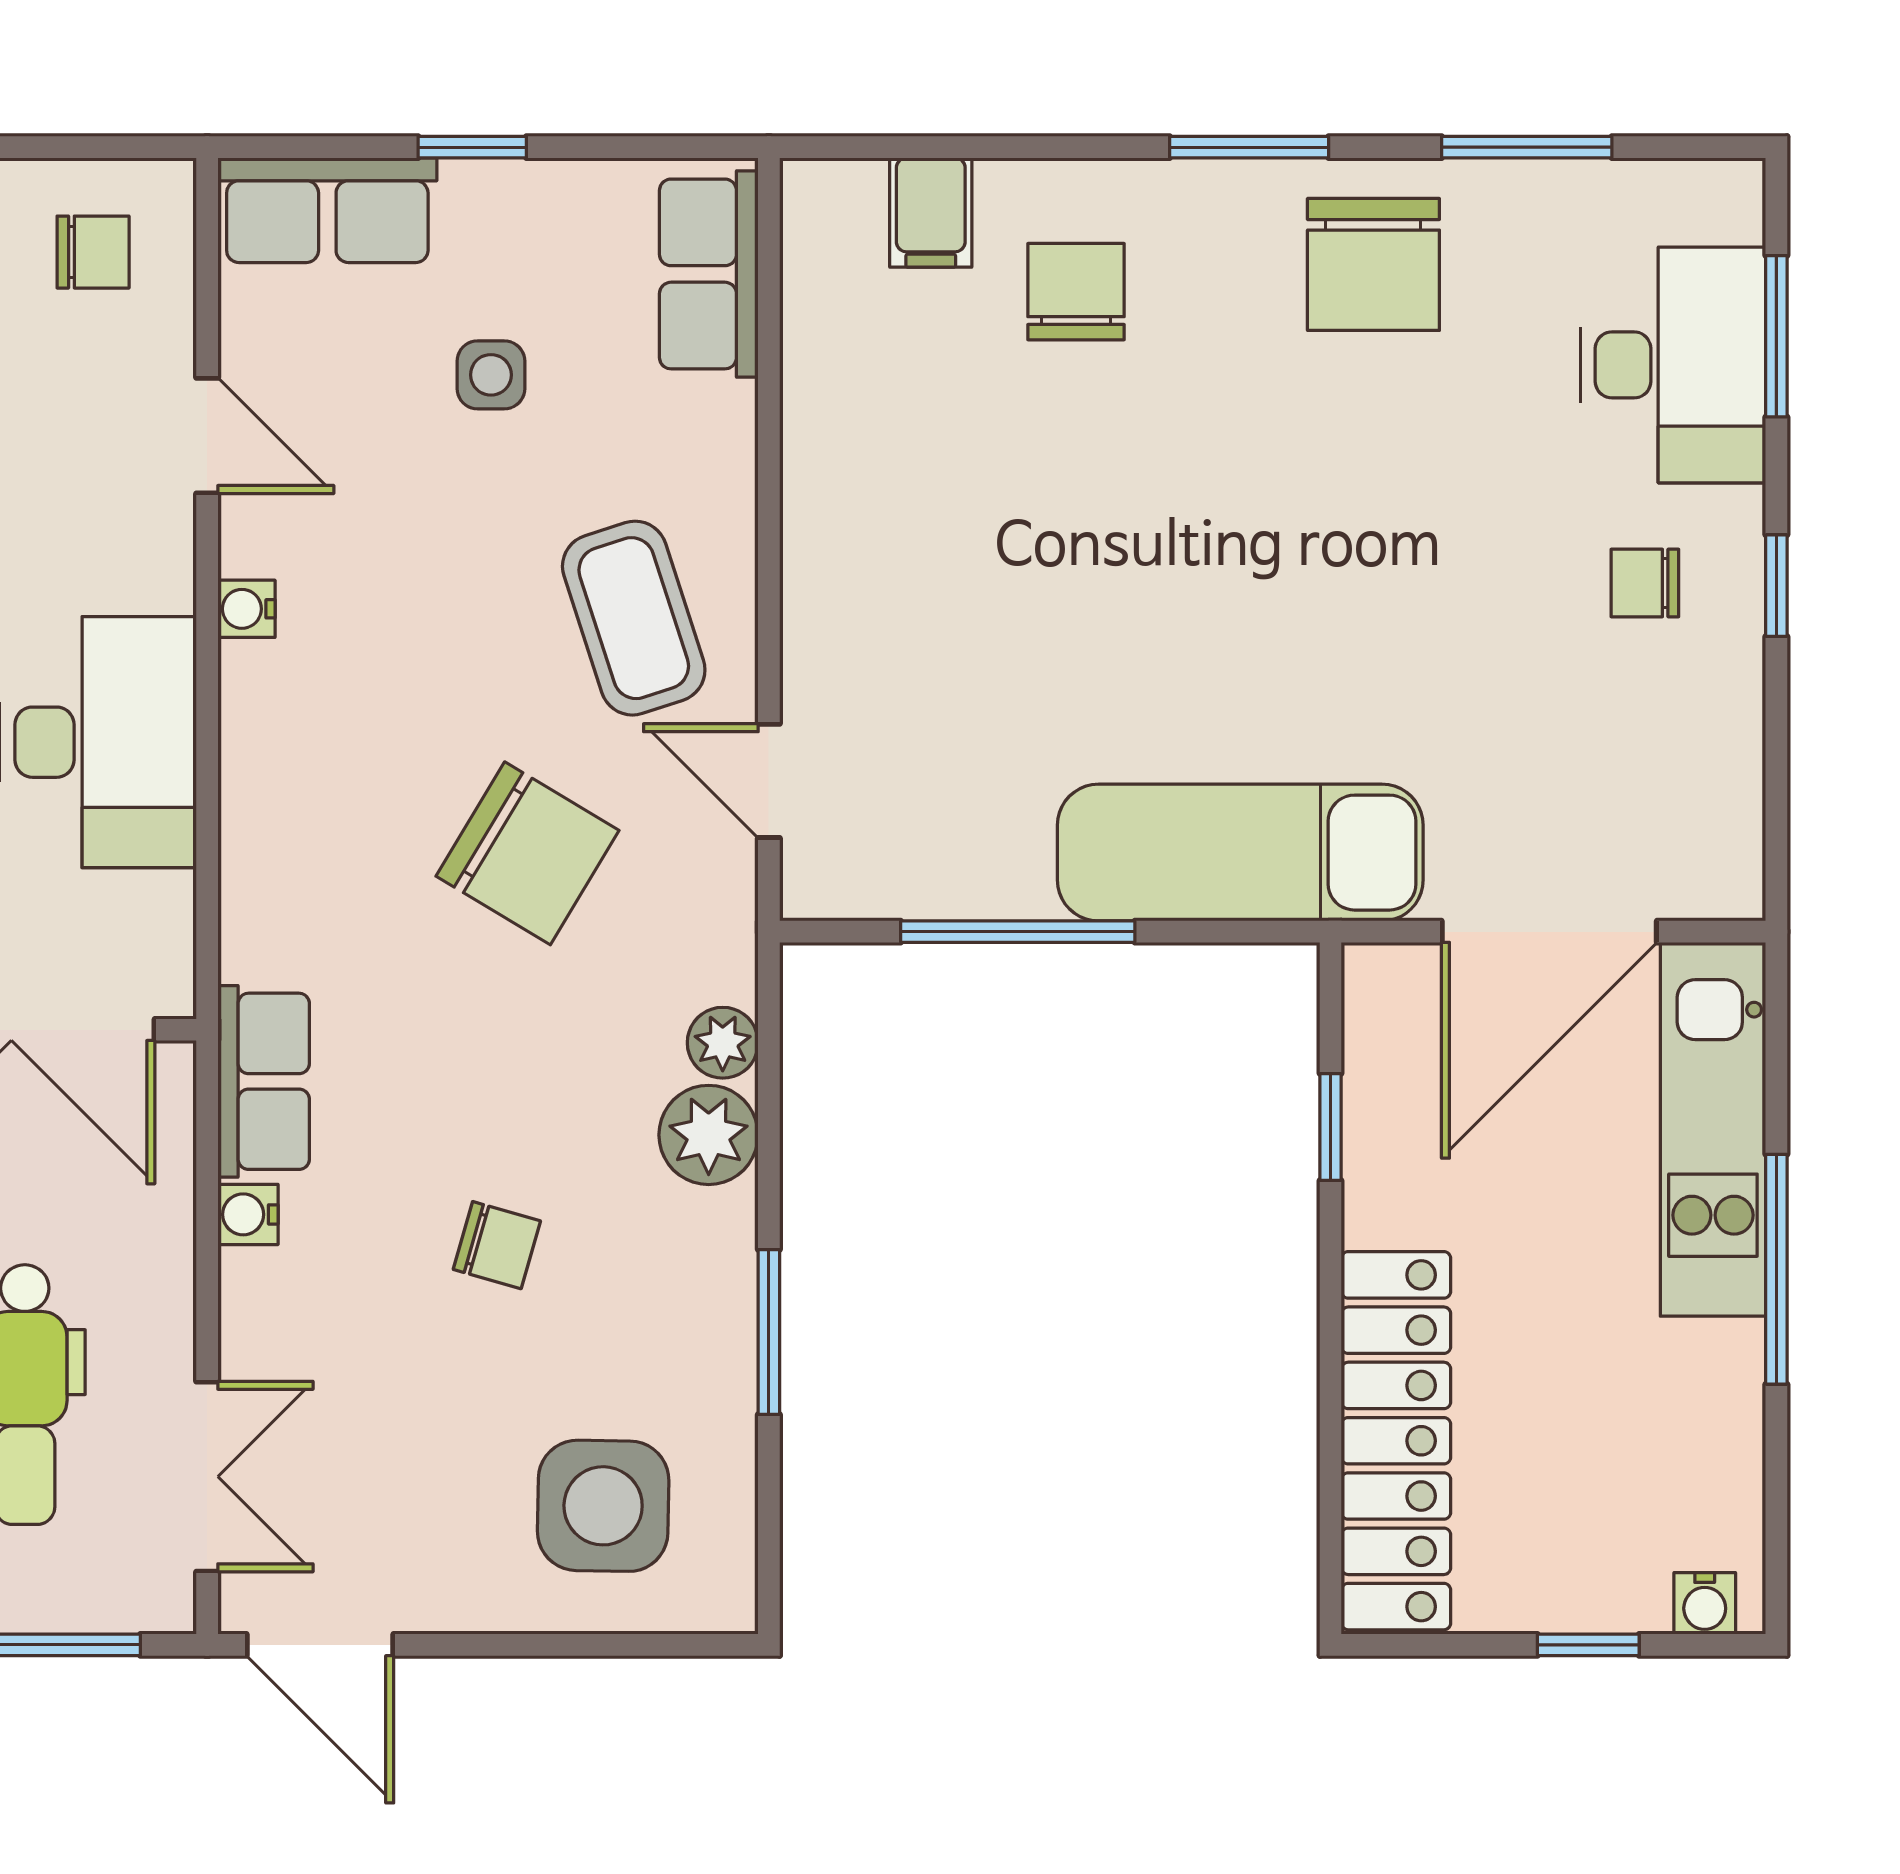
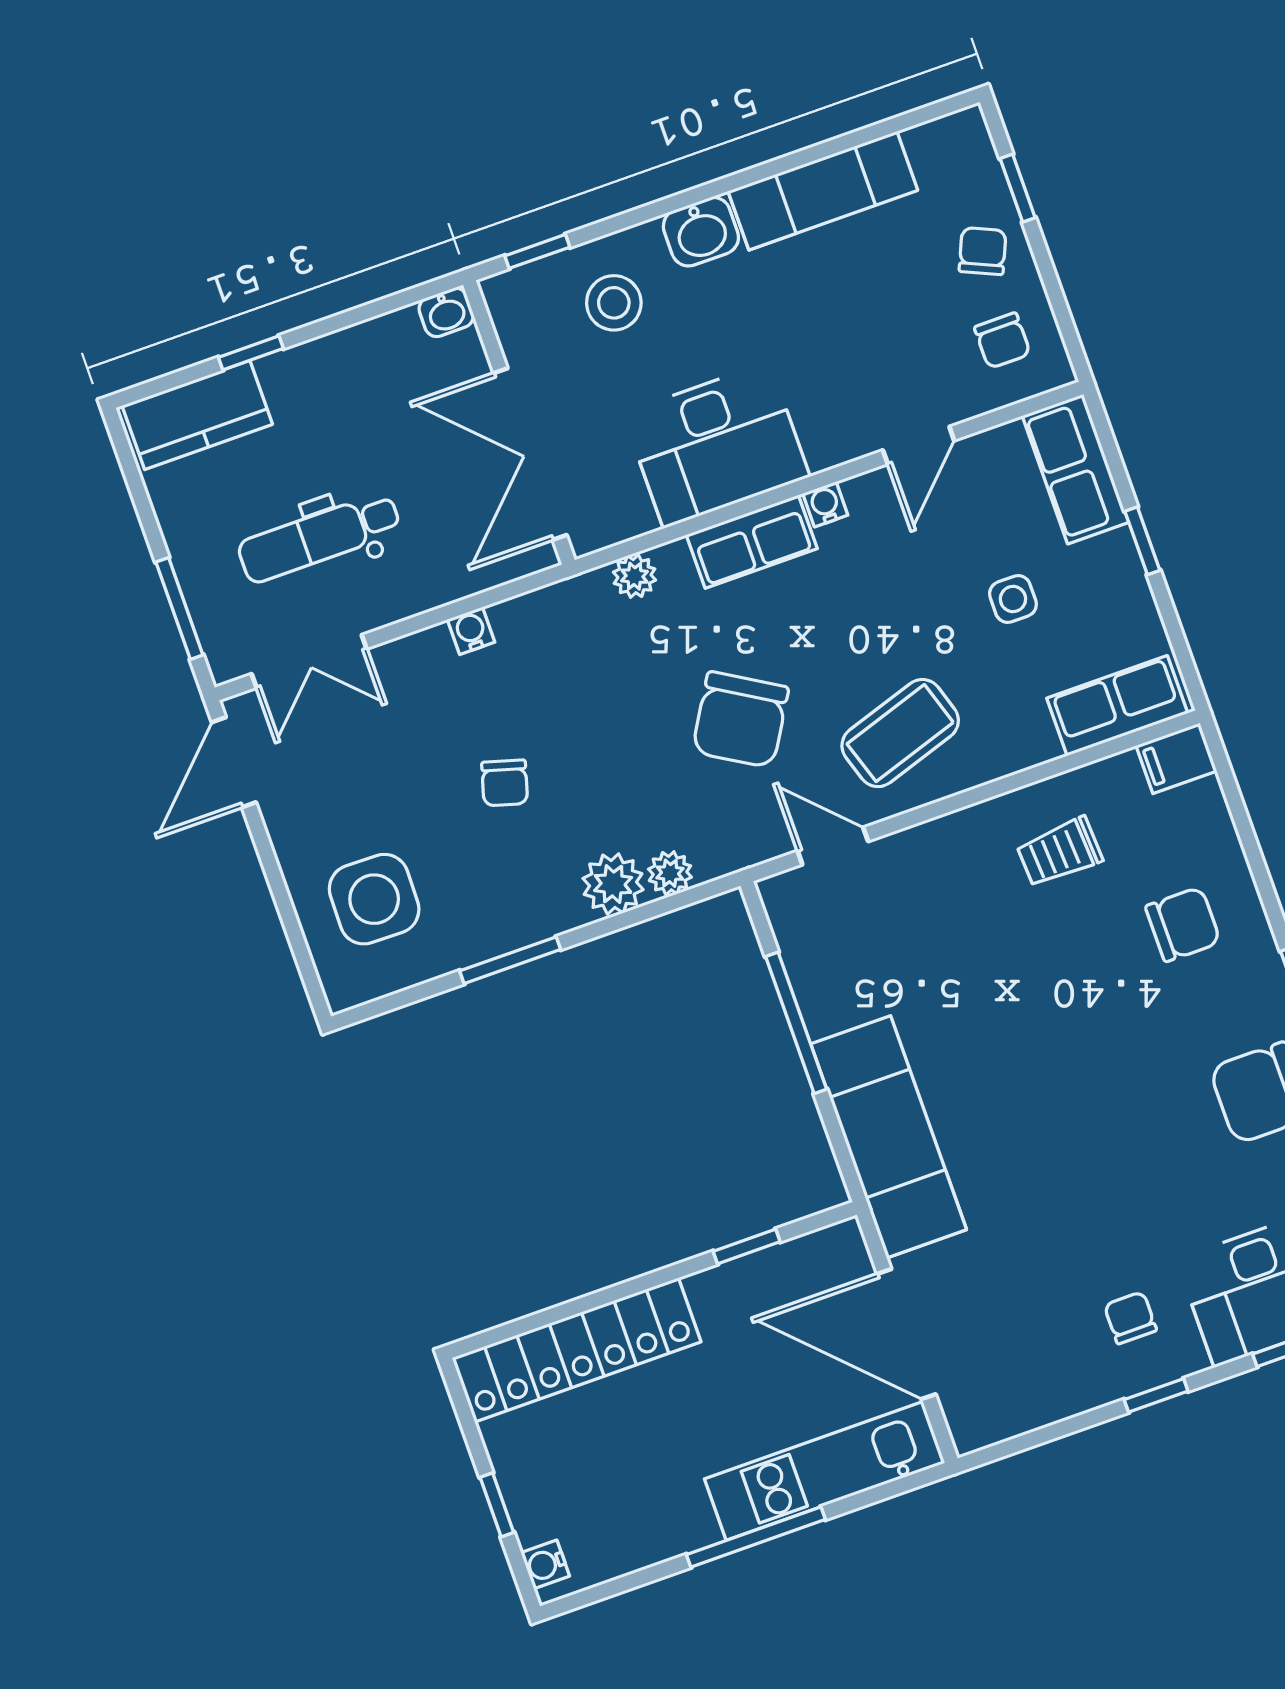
filing cabinet: (931, 212) -> (1176, 758), moved
trolley: (900, 440) -> (1060, 852), added
door: (769, 781) -> (833, 846), hinge flipped
plant: (253, 937) -> (634, 576), added
row of seats: (264, 1081) -> (752, 542), moved

